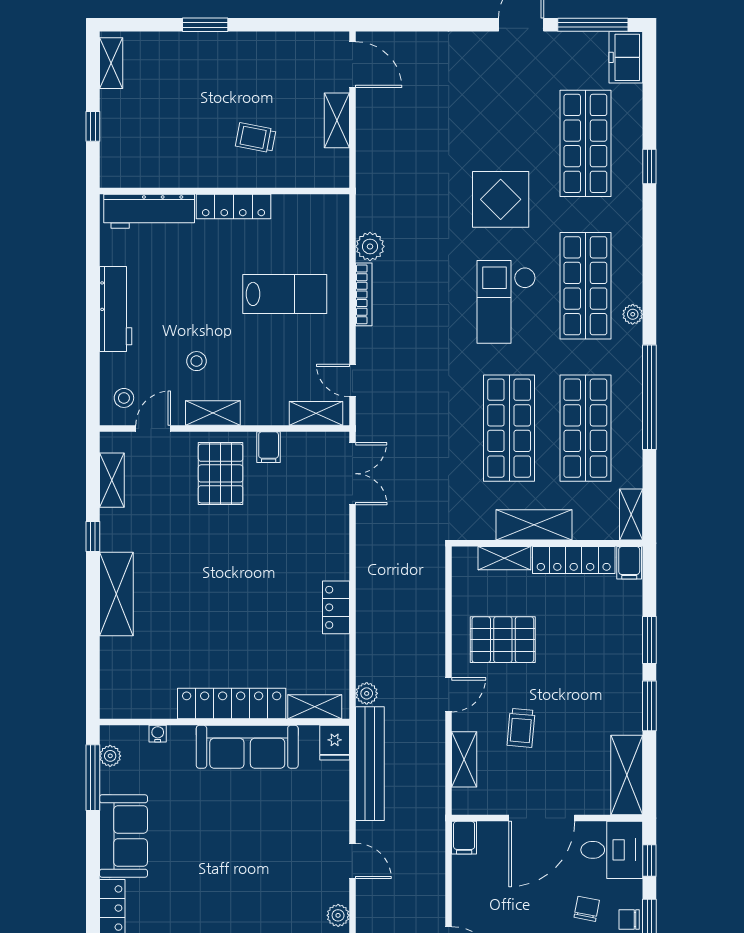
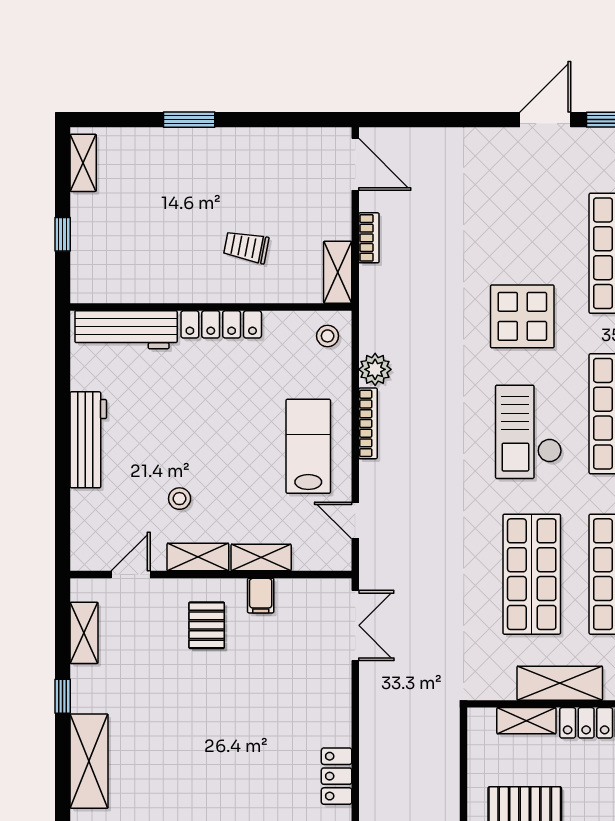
shelving: (337, 120) -> (338, 272), moved
bookcase: (365, 130) -> (369, 238), added
lab bench: (285, 294) -> (308, 446), moved, turned -90
stool: (124, 398) -> (328, 336), moved
shelving: (316, 413) -> (261, 557), moved
pallet: (221, 473) -> (207, 625), width x0.67, depth x0.71

